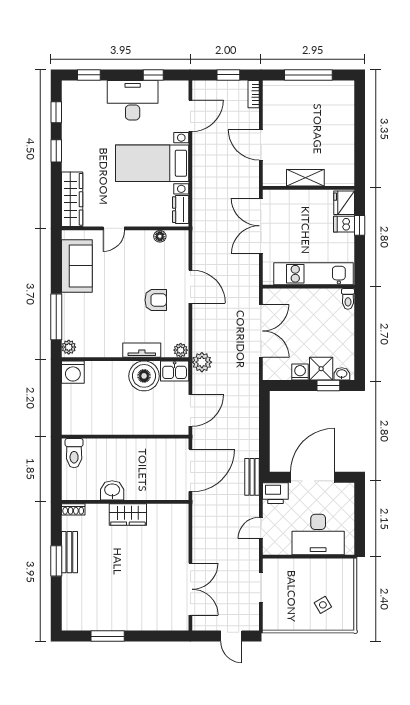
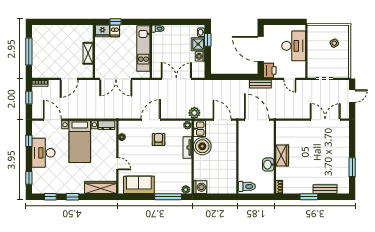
bench: (69, 552) -> (325, 189), moved

